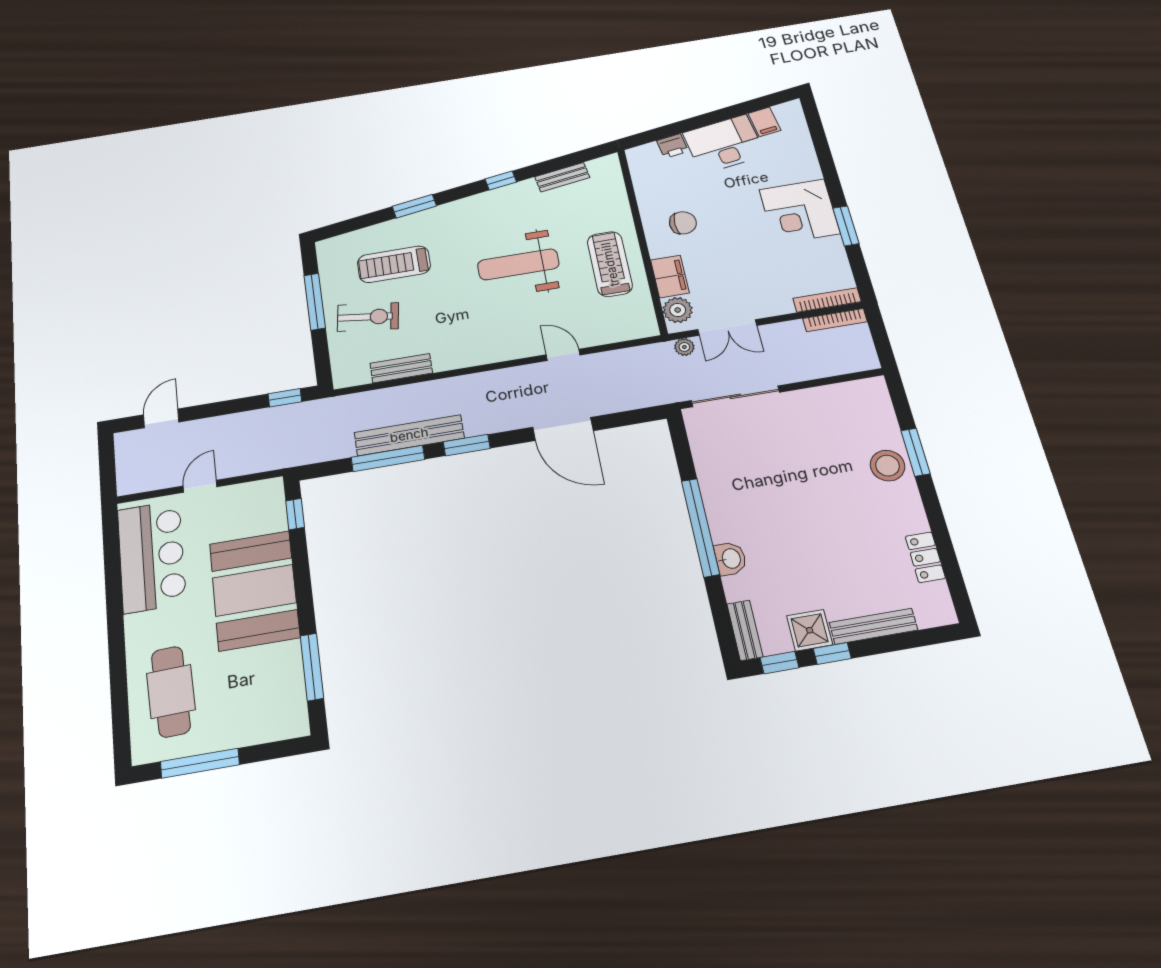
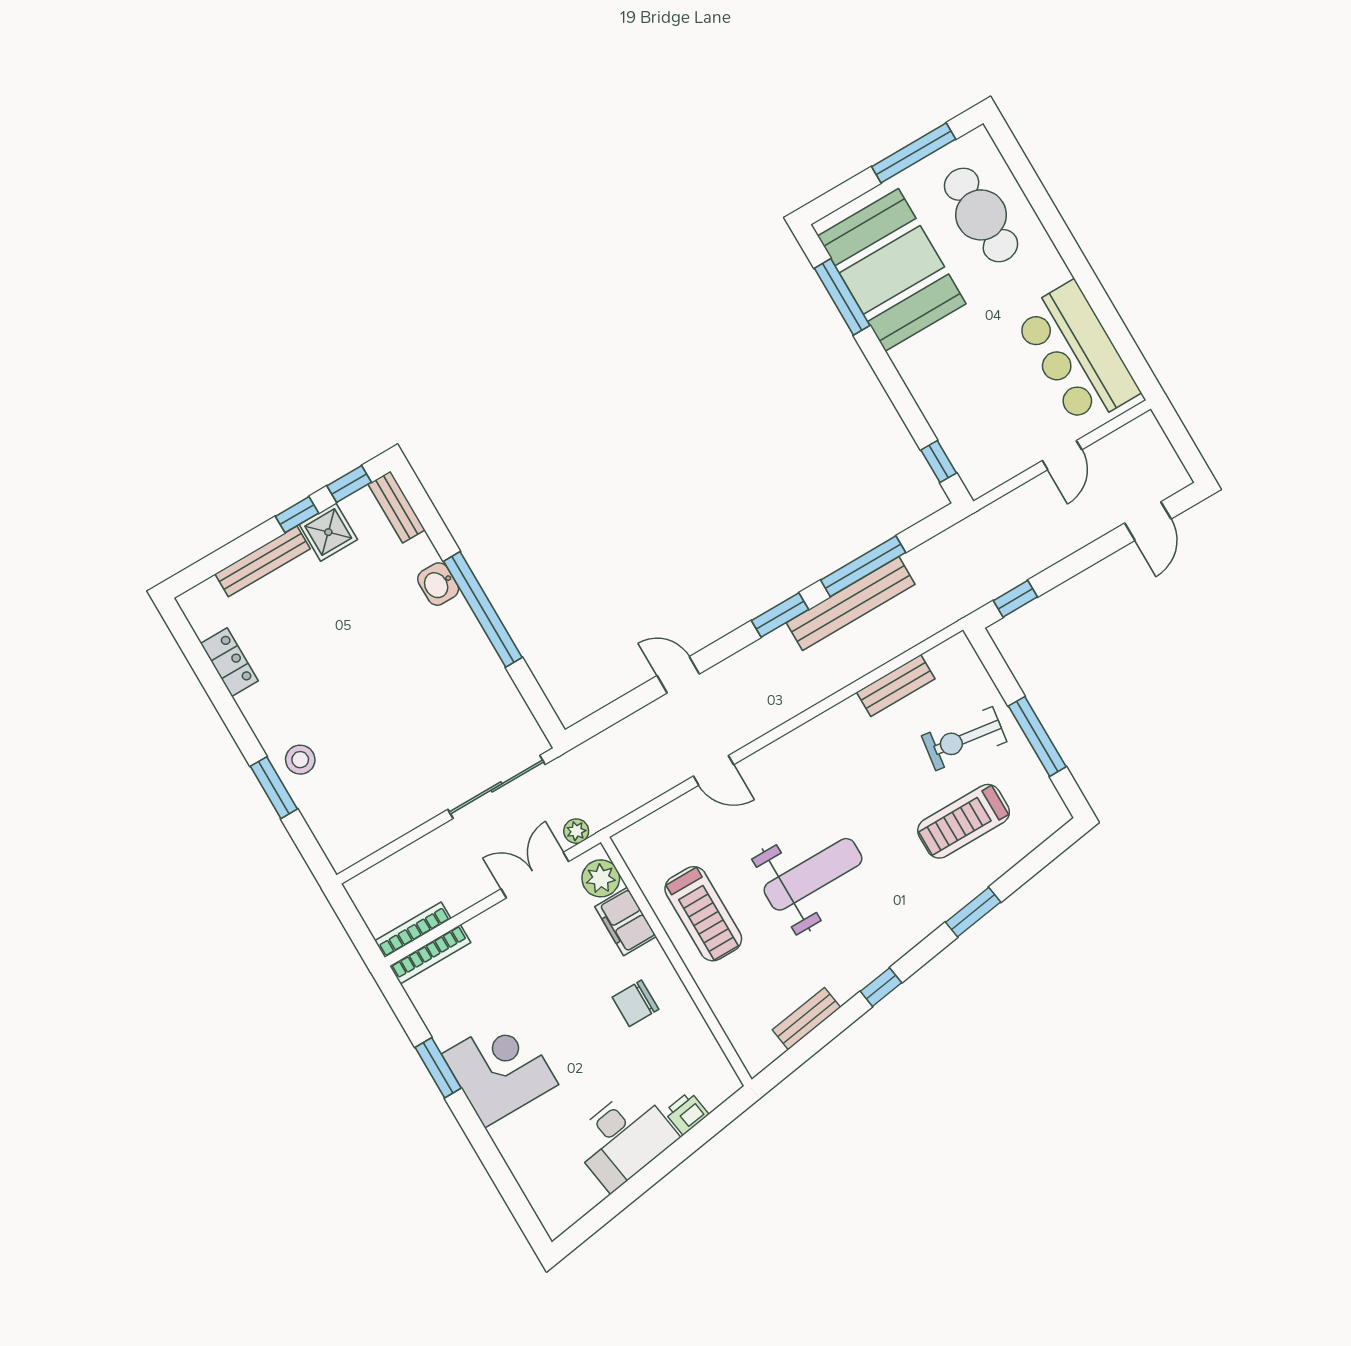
filing cabinet: (764, 122) -> (584, 1190), removed
treadmill: (394, 264) -> (964, 821), turned 180
door: (563, 429) -> (678, 675), width x0.53
stool: (888, 466) -> (300, 760), width x0.73, depth x0.73
booth: (254, 590) -> (892, 270), moved

